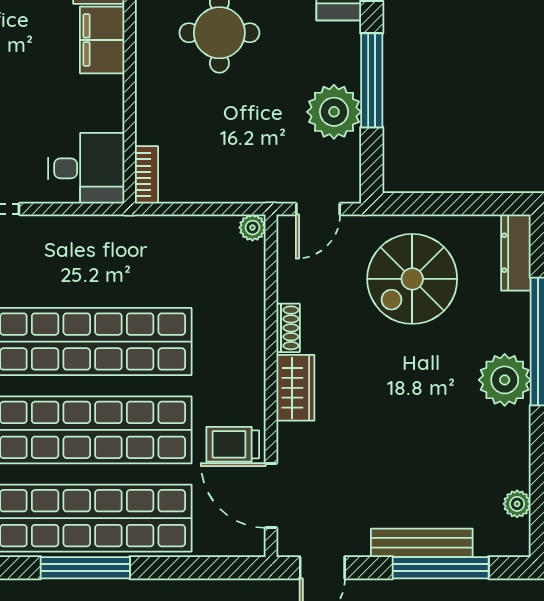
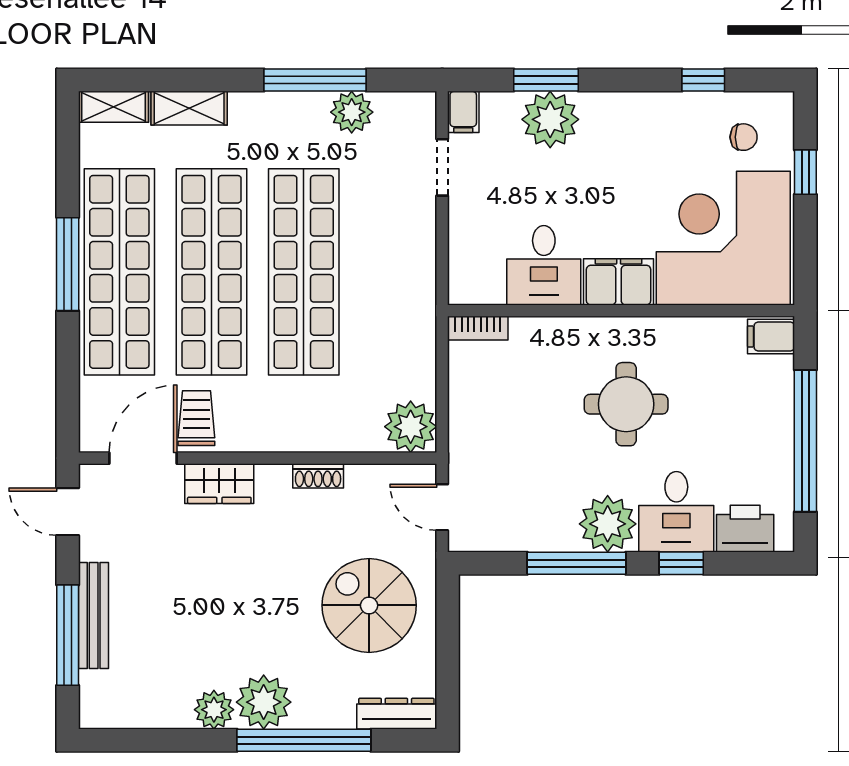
plant: (334, 112) -> (608, 524), moved
desk: (86, 168) -> (544, 265), moved
plant: (252, 228) -> (411, 427), width x1.87, depth x1.87
wardrobe: (295, 388) -> (219, 484), moved
plant: (517, 504) -> (214, 710), moved, width x1.38, depth x1.38

